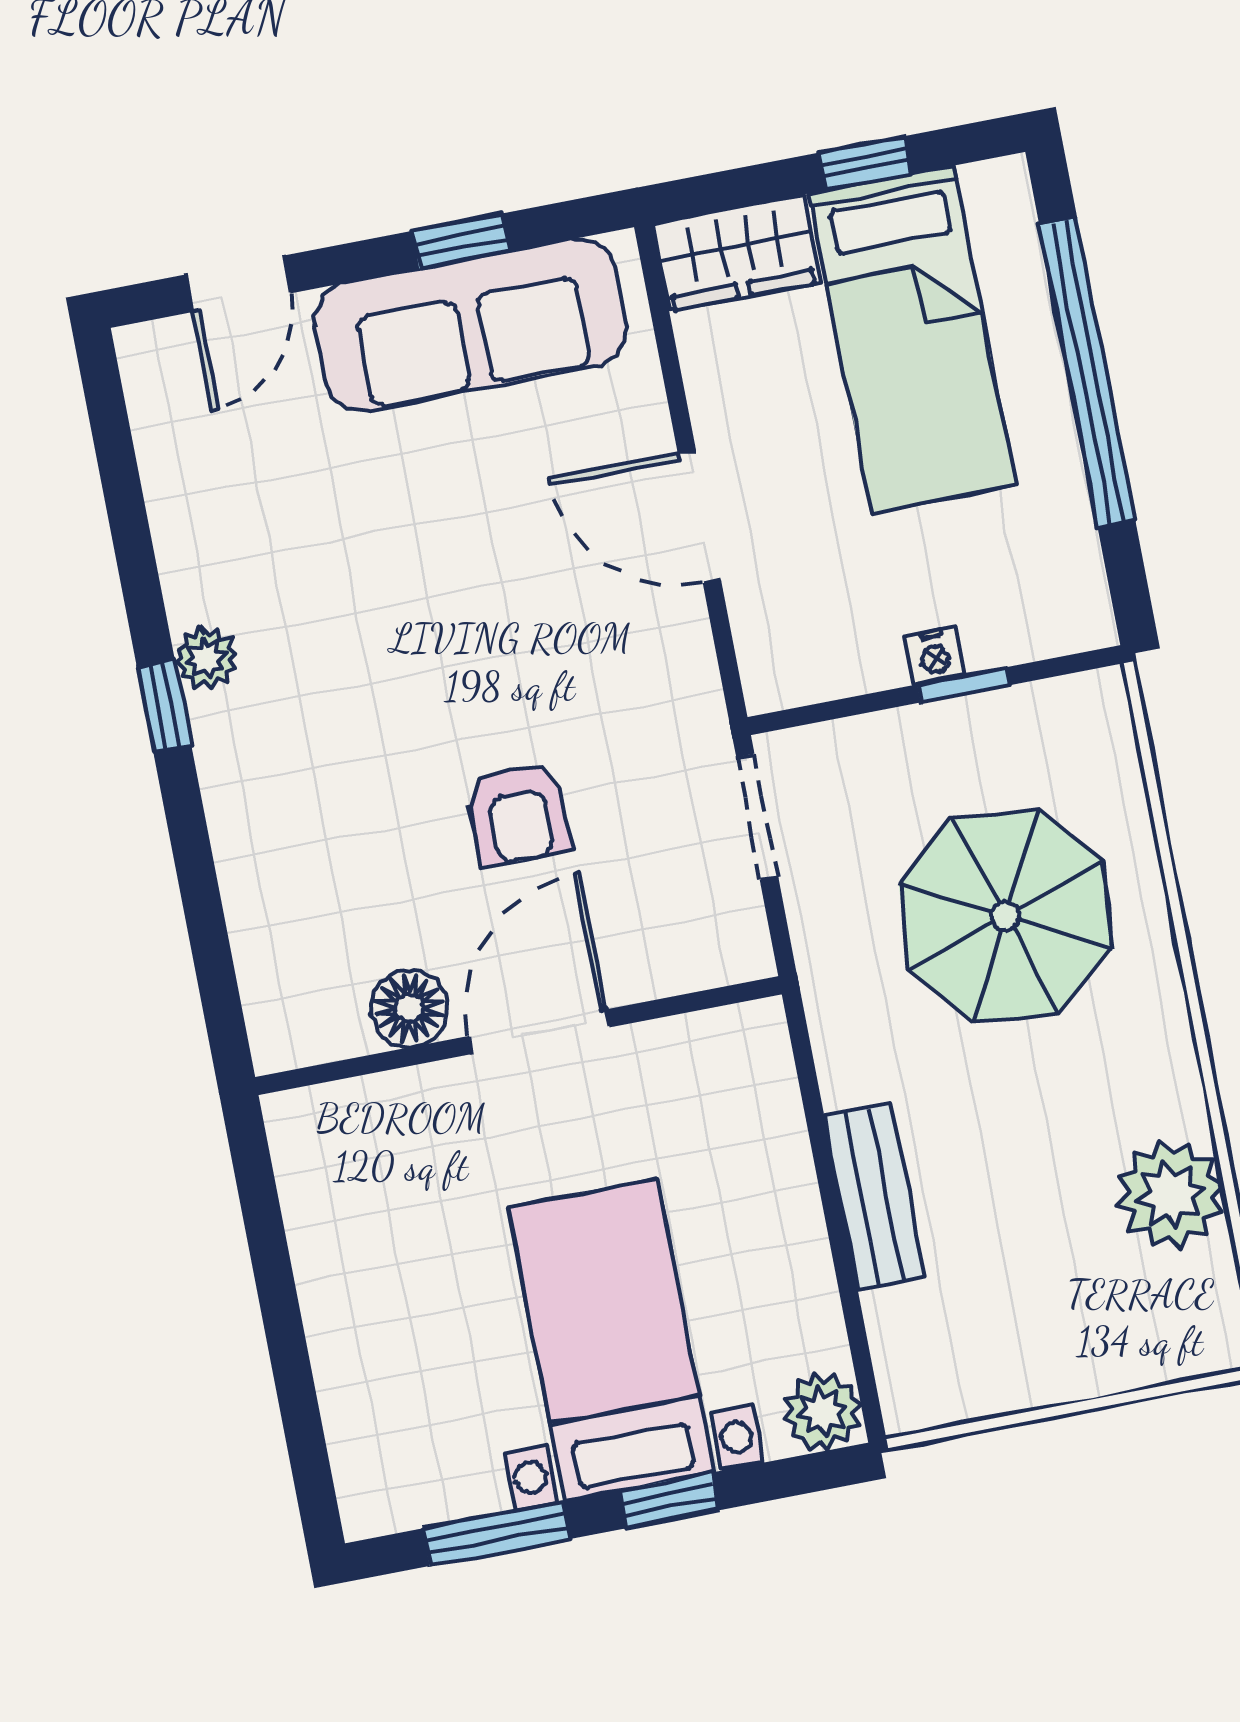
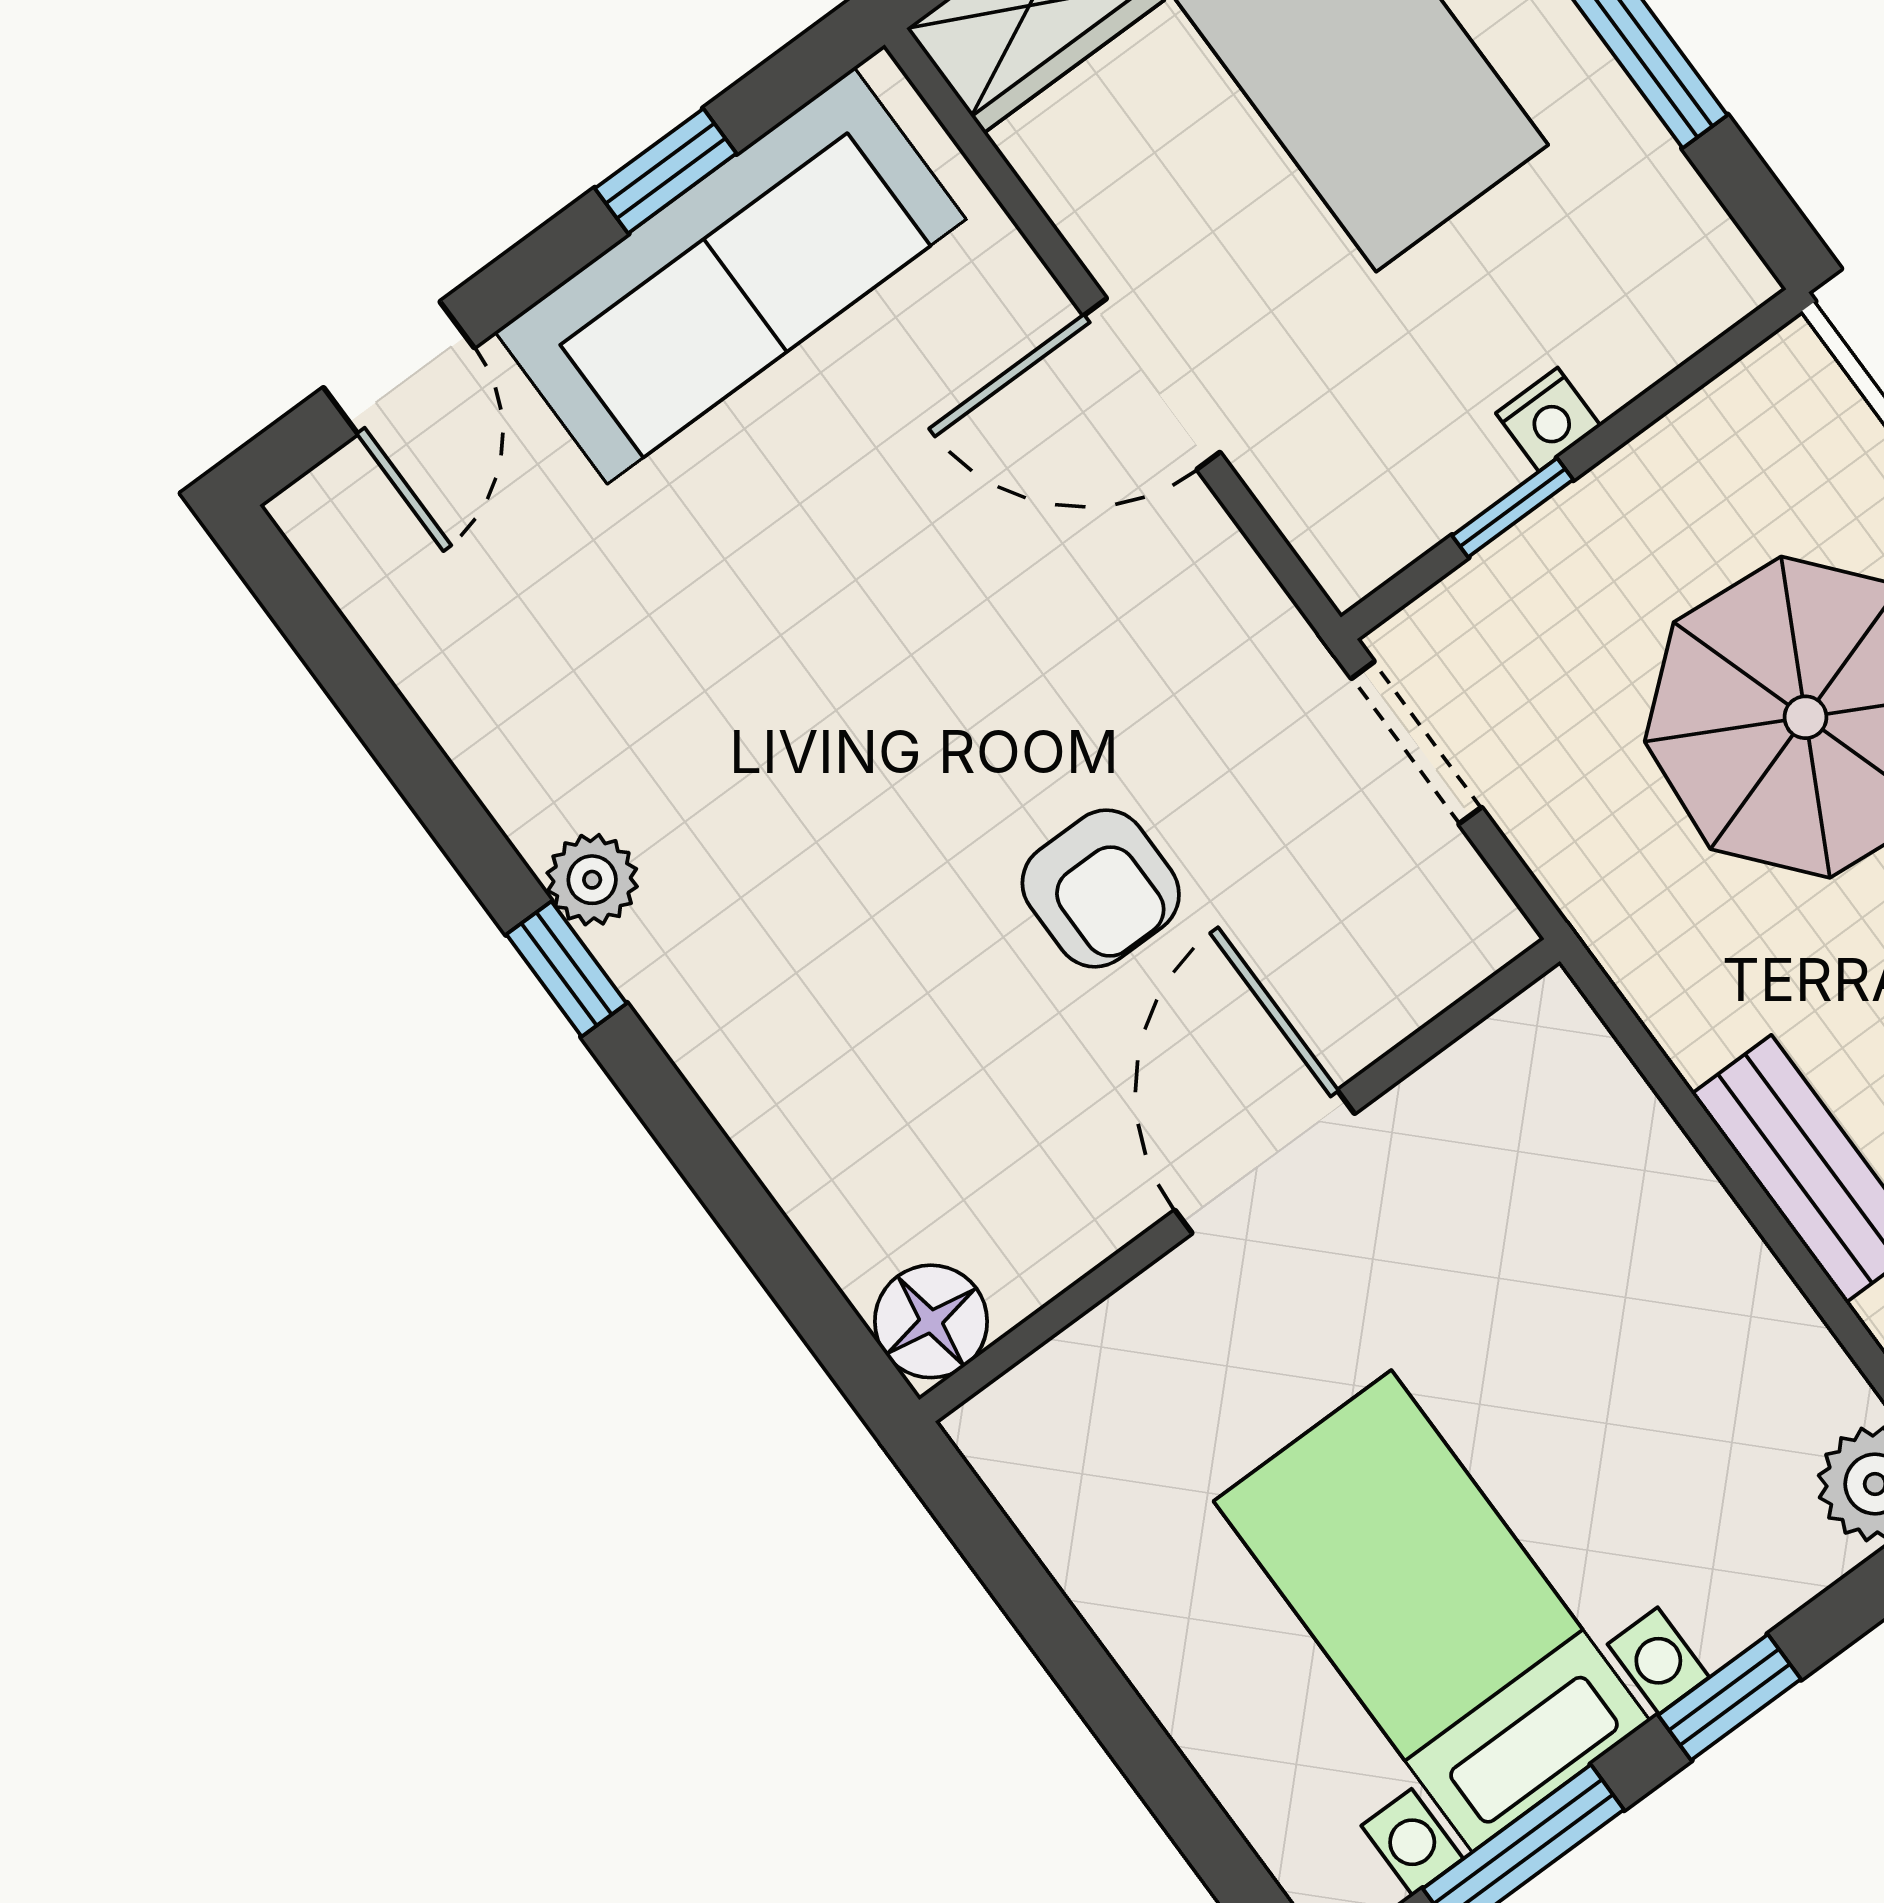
window: (963, 685) -> (1513, 508), moved
floor lamp: (409, 1008) -> (931, 1321), moved
bed with nightstands: (611, 1340) -> (1432, 1611), moved

